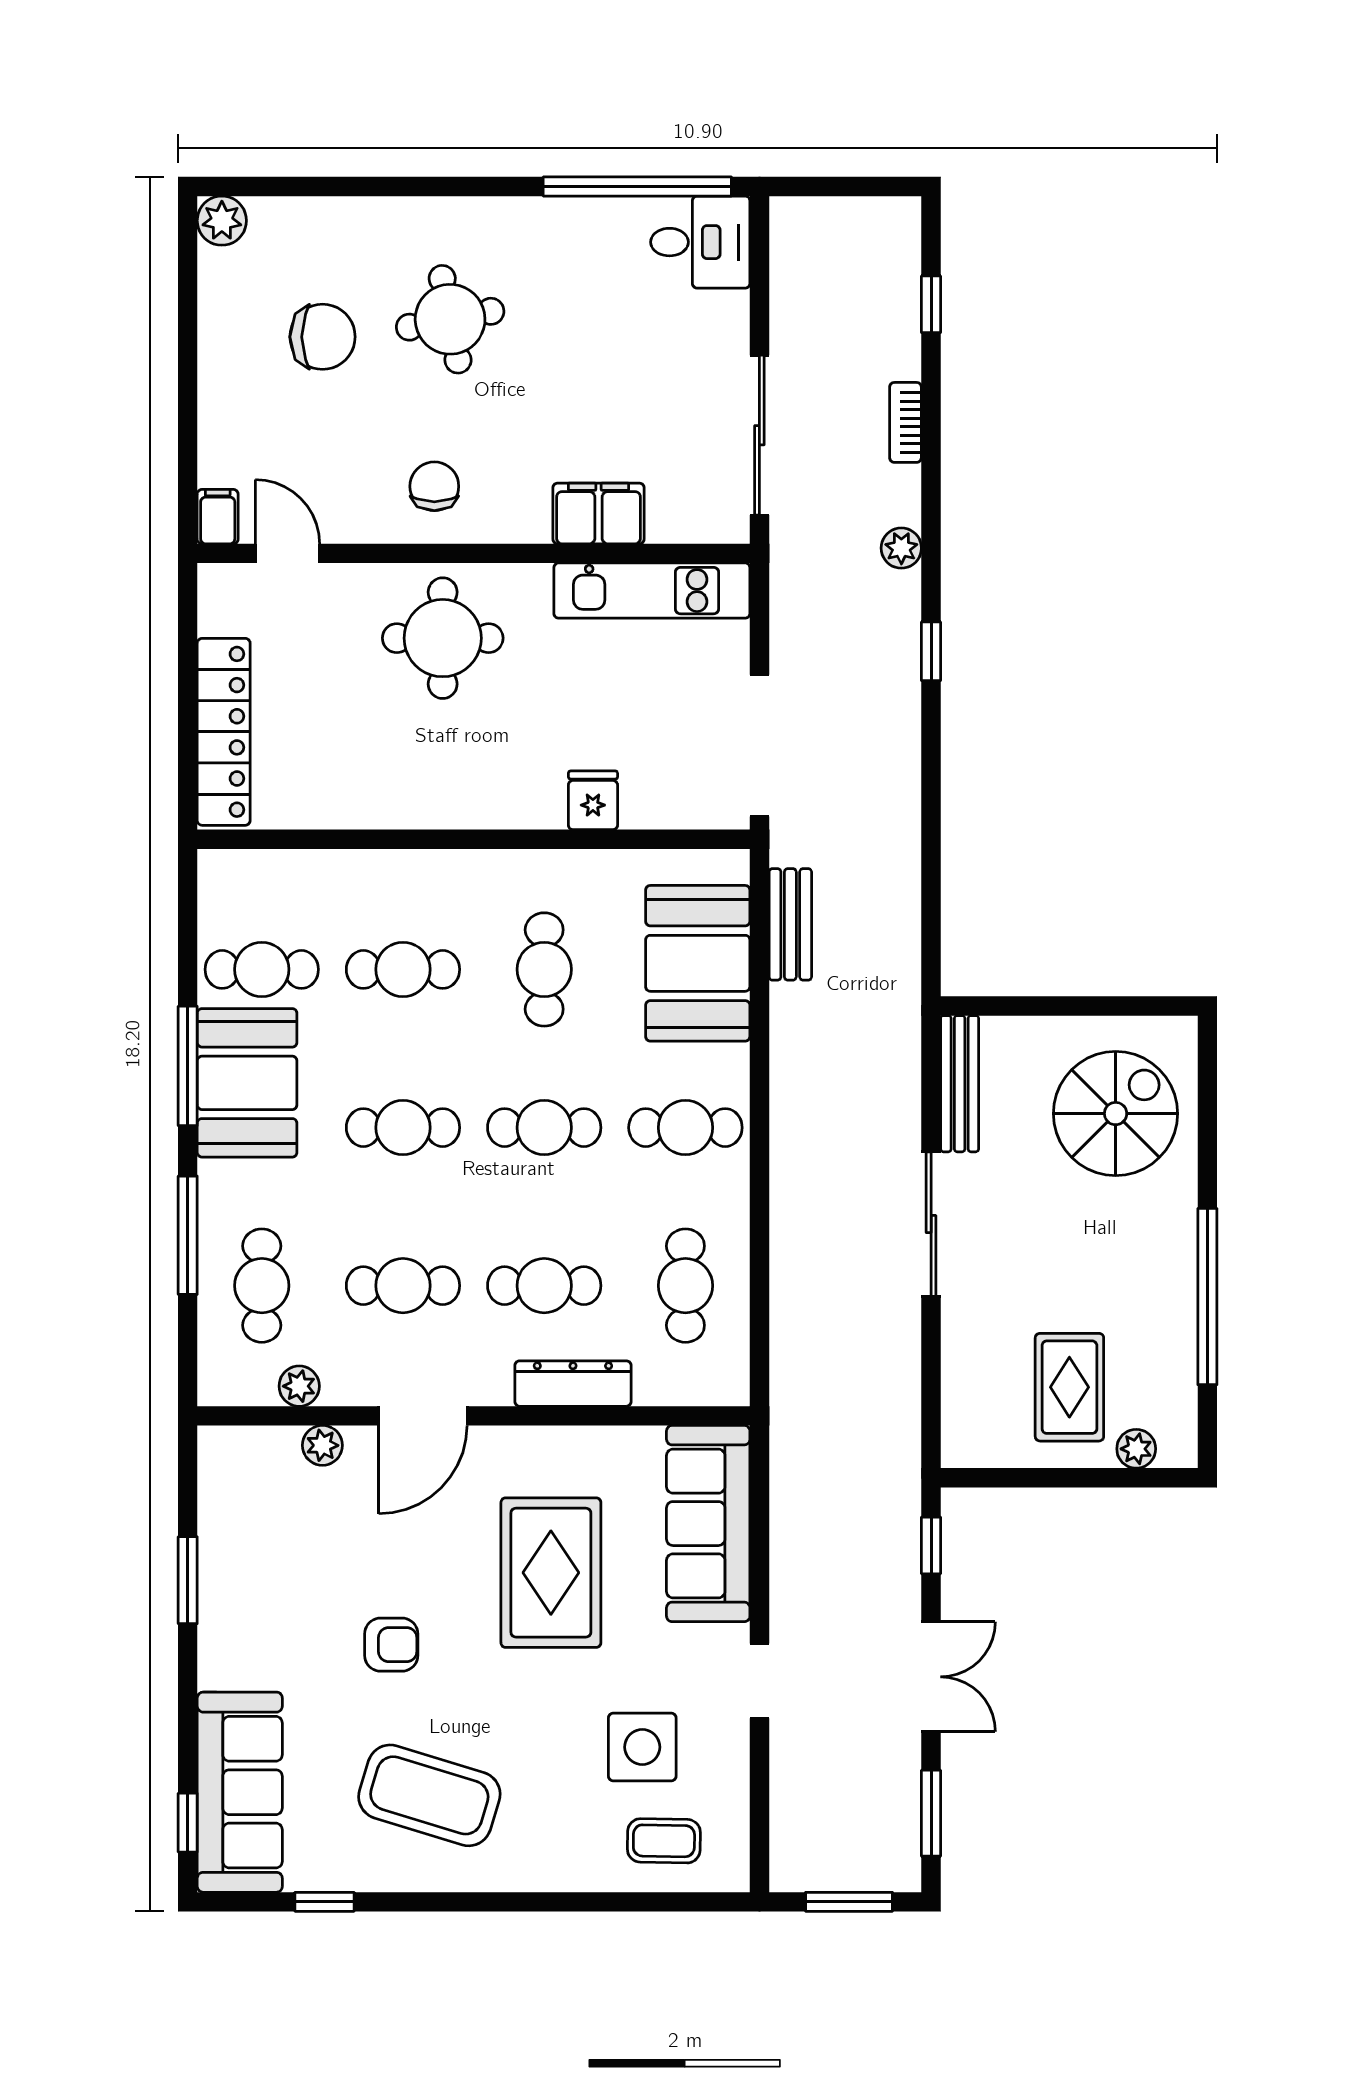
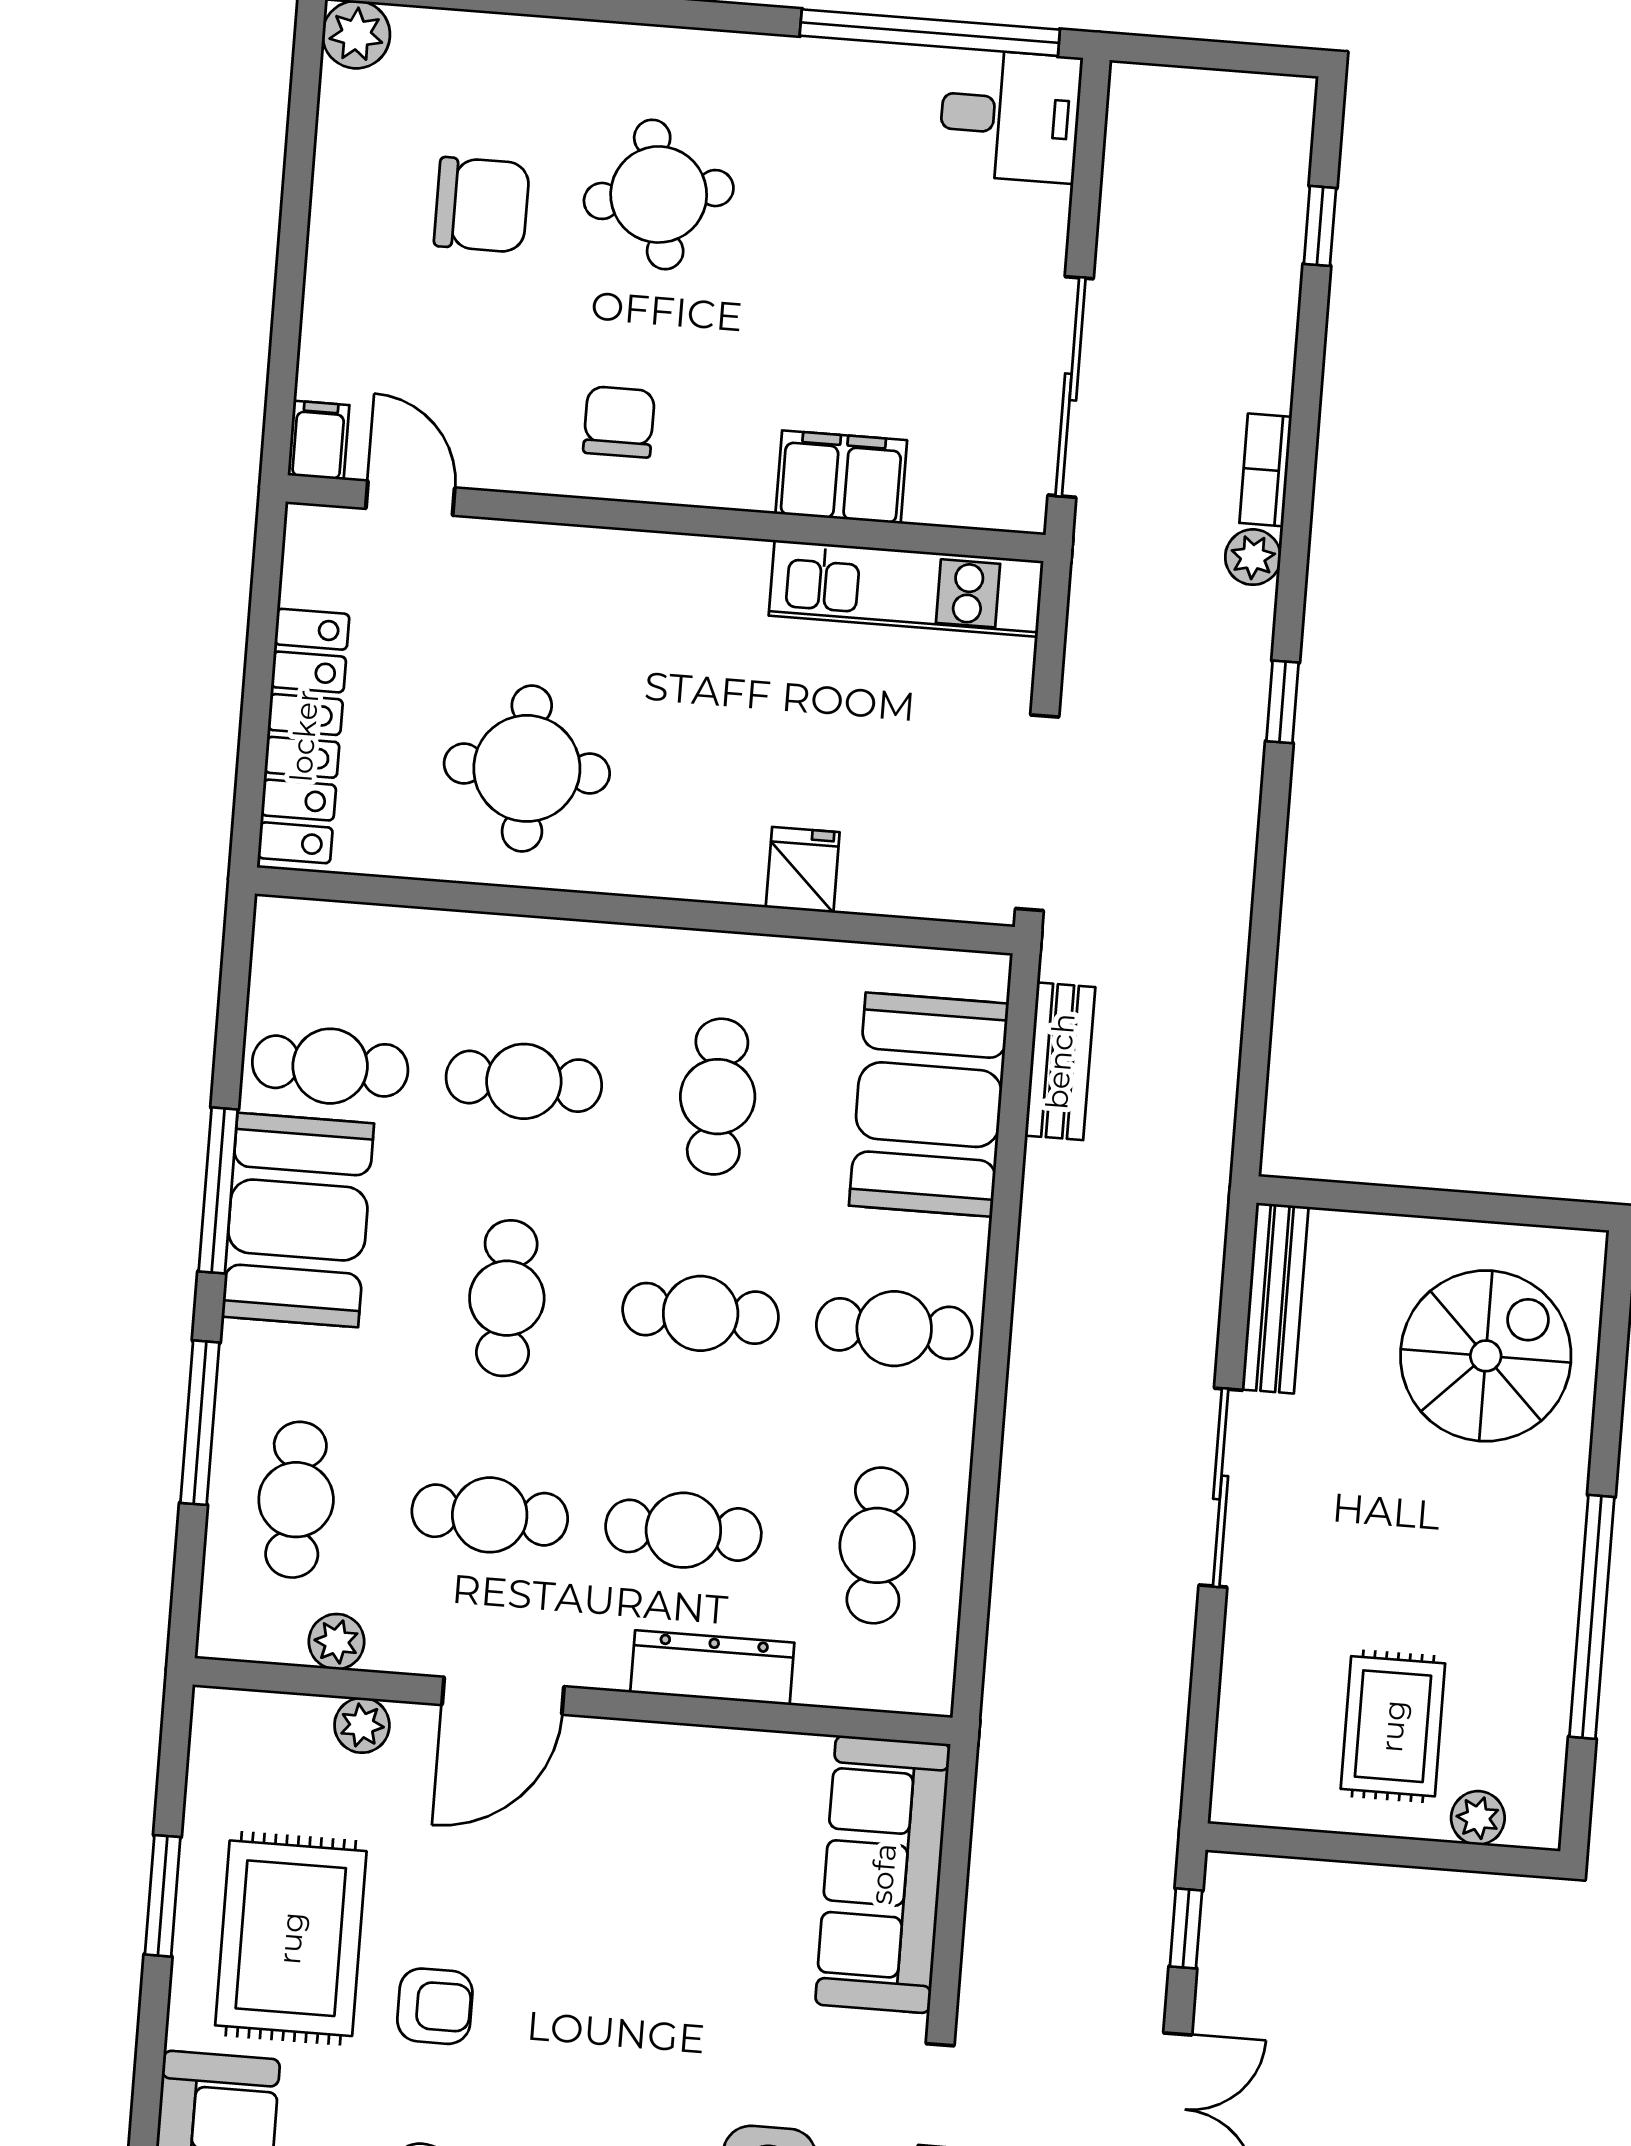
bookcase: (906, 422) -> (1266, 470), moved
round table: (443, 638) -> (527, 768), moved
cafe table: (403, 1128) -> (507, 1298), turned 90
rug: (551, 1573) -> (291, 1938), moved

